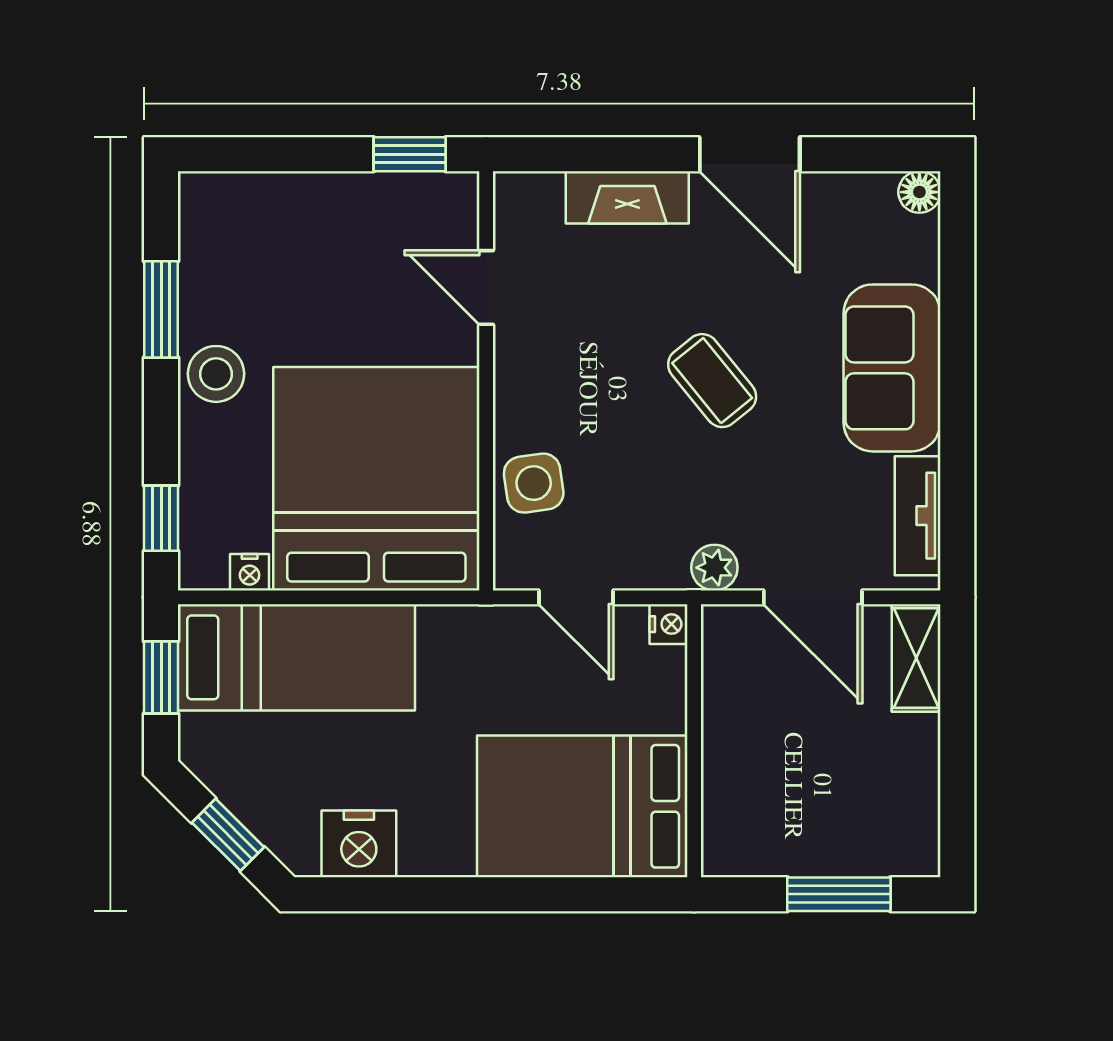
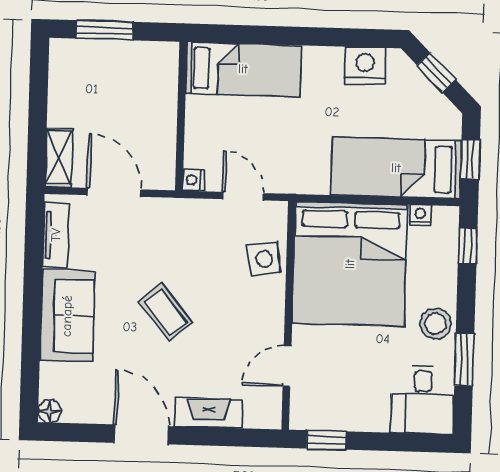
desk: (236, 233) -> (422, 400), added
door: (486, 288) -> (287, 366), swing flipped
plant: (714, 568) -> (167, 210), removed
bed: (582, 806) -> (243, 69), width x0.67

